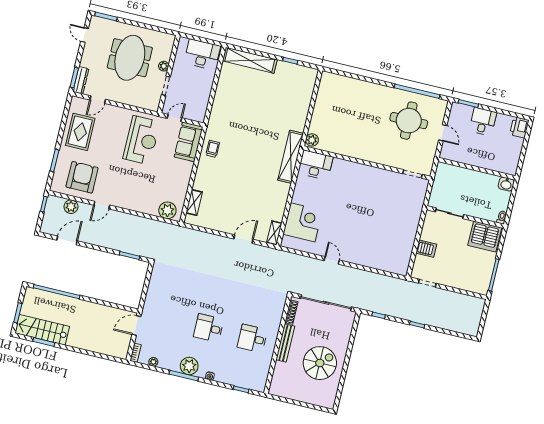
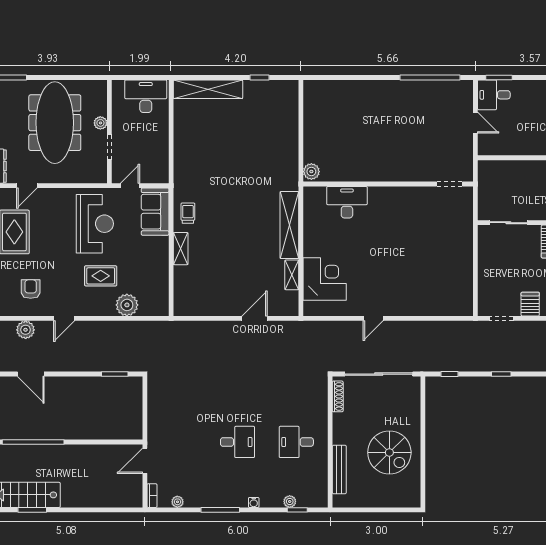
meeting table: (130, 58) -> (55, 123), width x1.36
round table: (409, 121) -> (428, 117), removed
desk: (483, 122) -> (494, 95), moved, turned -90
shelving: (291, 157) -> (289, 225), moved
desk: (315, 165) -> (347, 202), moved
armchair: (82, 177) -> (31, 289), width x0.53, depth x0.53
rug: (137, 180) -> (101, 276), added
shelving: (194, 202) -> (181, 249), moved
plant: (167, 210) -> (127, 305), moved
shelving: (274, 233) -> (292, 275), moved
door: (67, 241) -> (31, 374), swing flipped
server rack: (426, 249) -> (530, 304), moved, turned -90
door: (332, 260) -> (373, 318), swing flipped
desk: (209, 328) -> (238, 442), turned 180
bench: (285, 343) -> (339, 469), moved
spiral stairs: (320, 363) -> (389, 452), turned 90
plant: (189, 366) -> (290, 501), moved, width x0.53, depth x0.53

